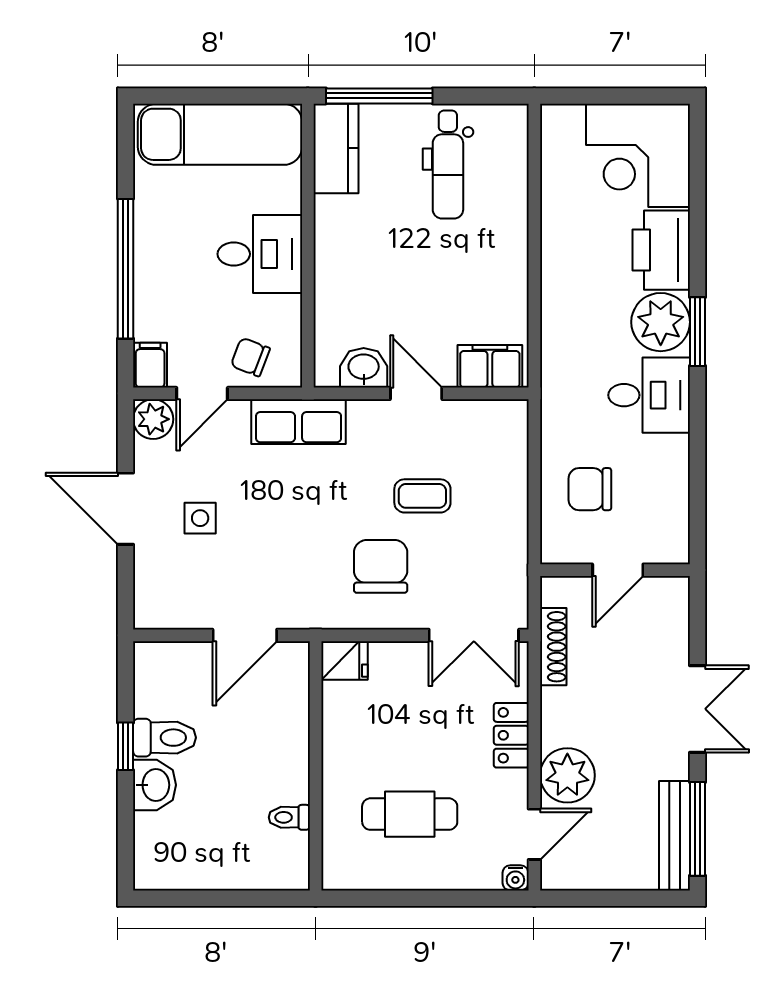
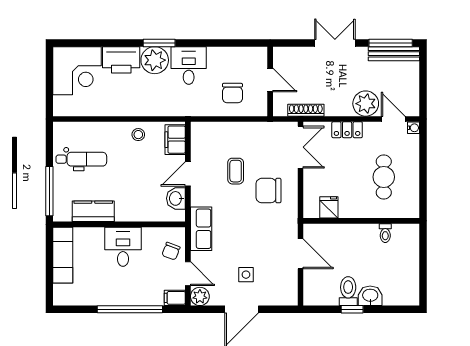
exam couch: (220, 134) -> (63, 255), width x0.73, depth x0.69
kitchen counter: (336, 148) -> (93, 211), moved
stool: (501, 287) -> (138, 135), added
fridge: (344, 660) -> (329, 207), moved

